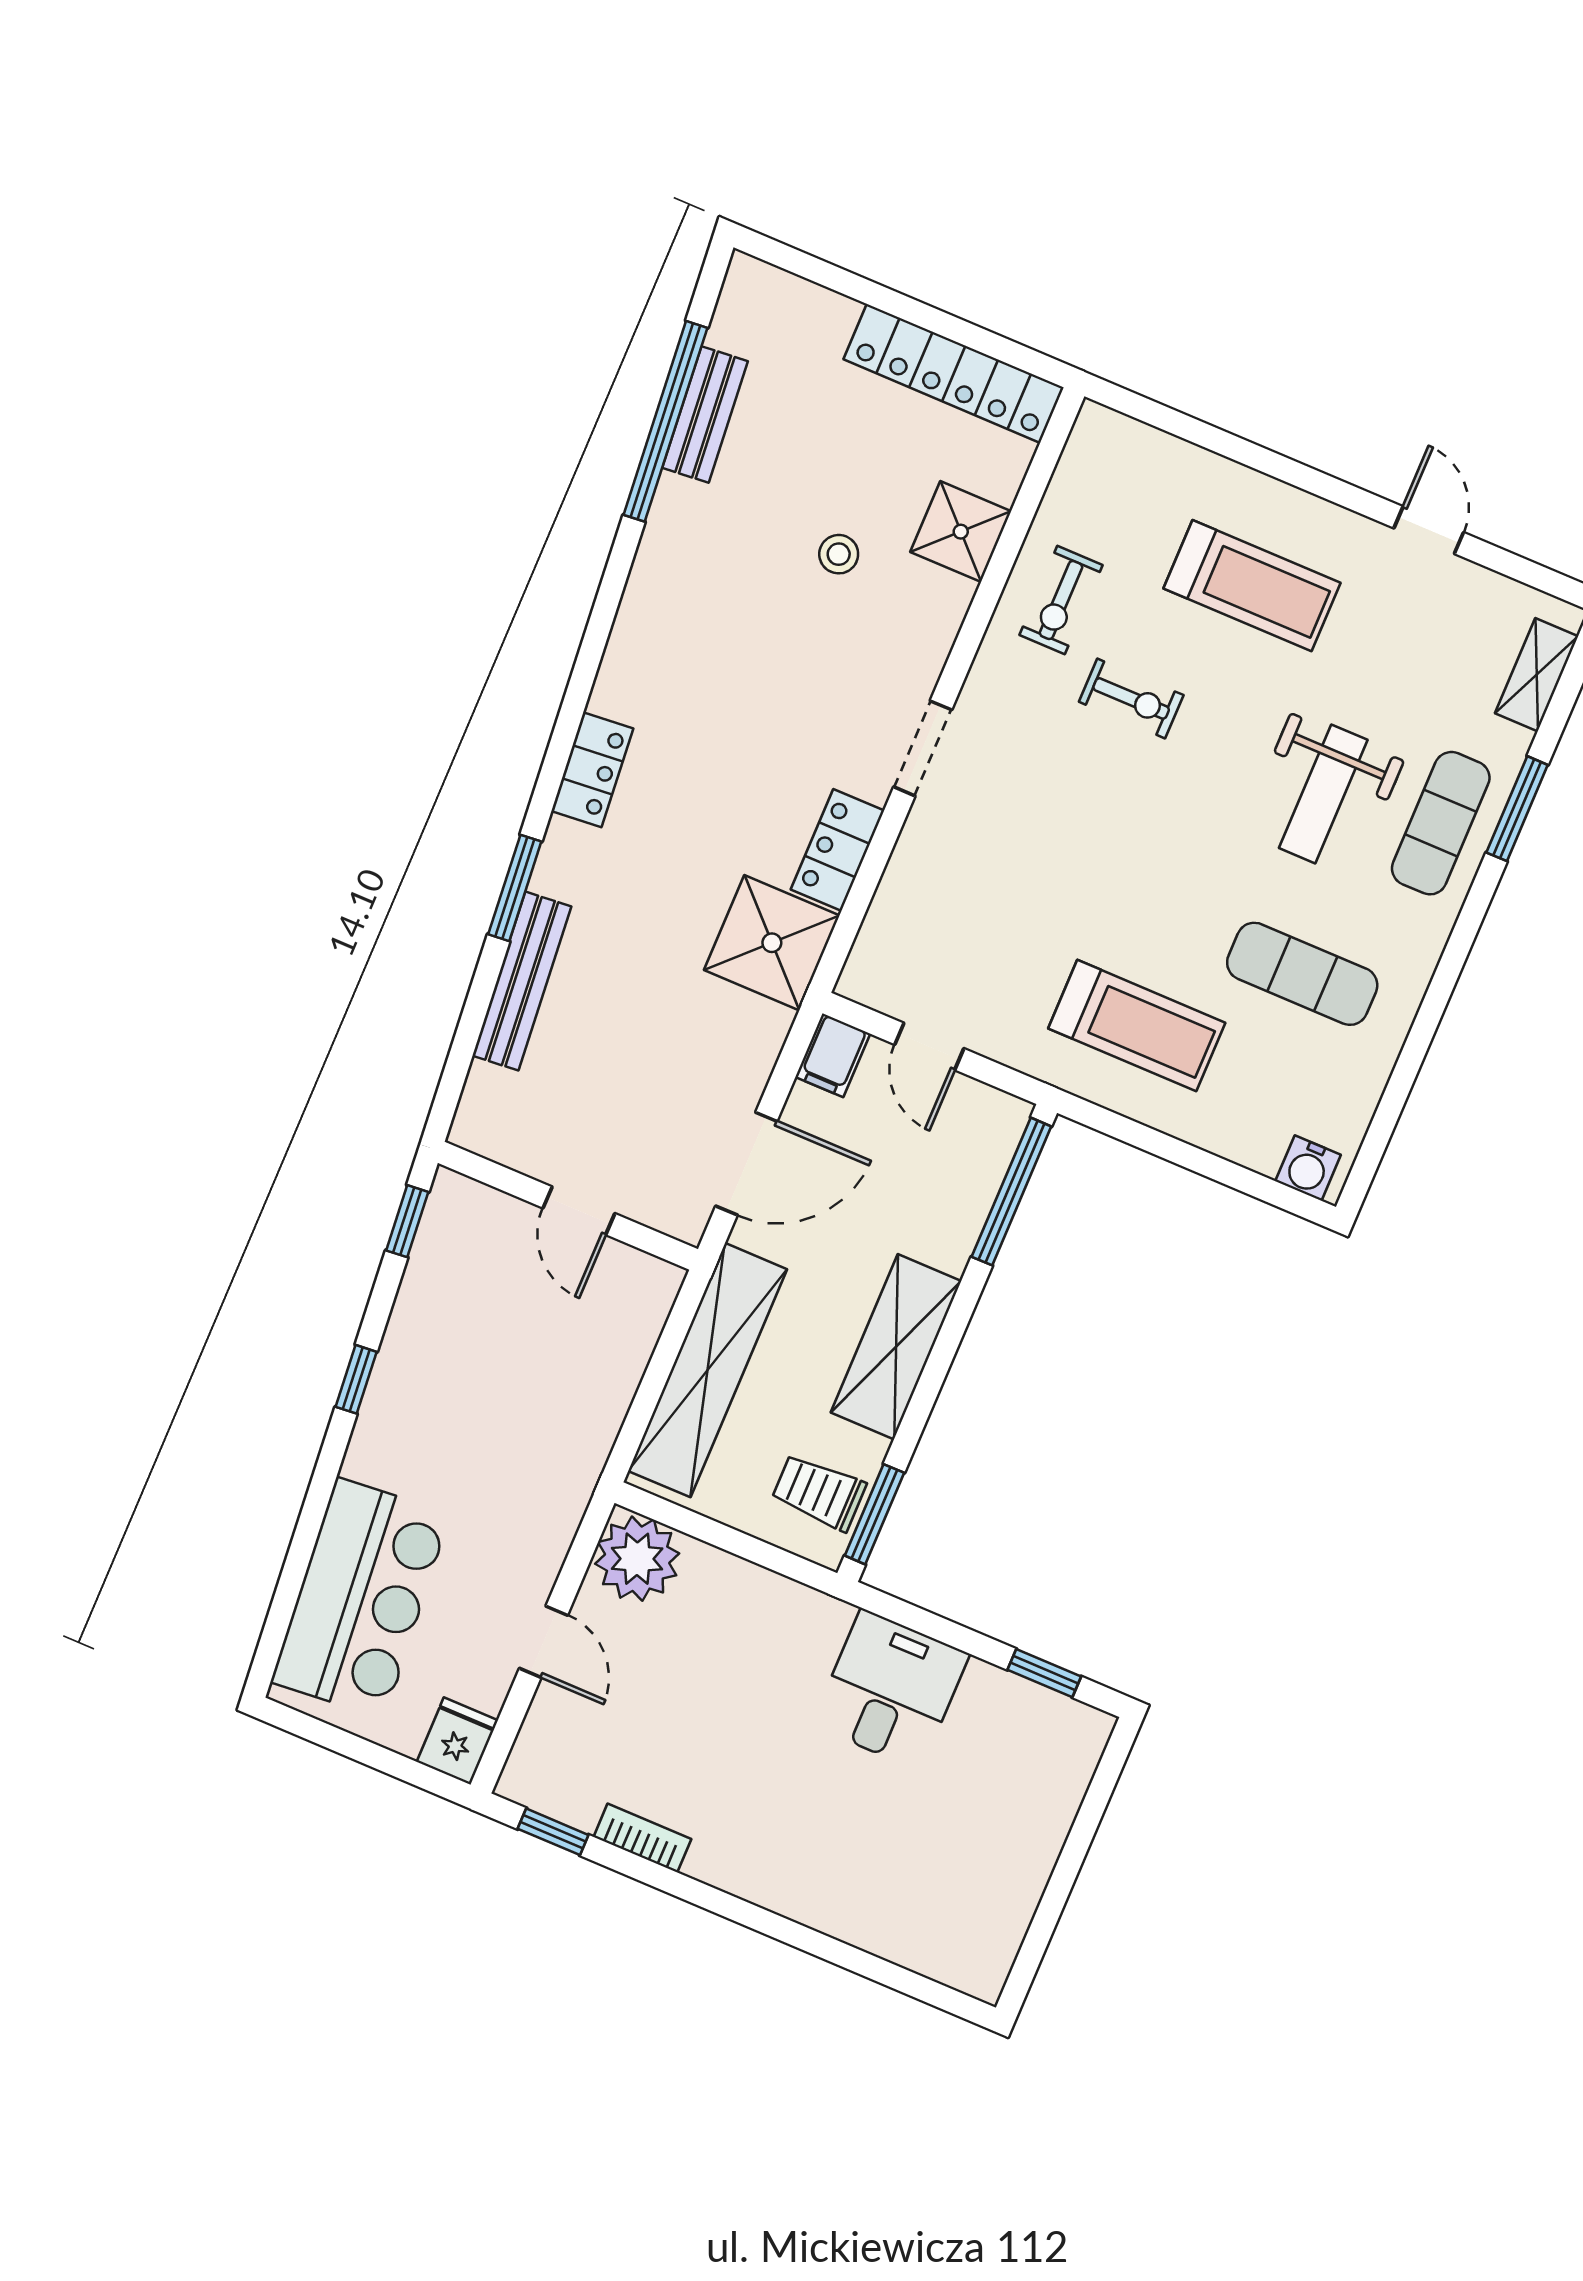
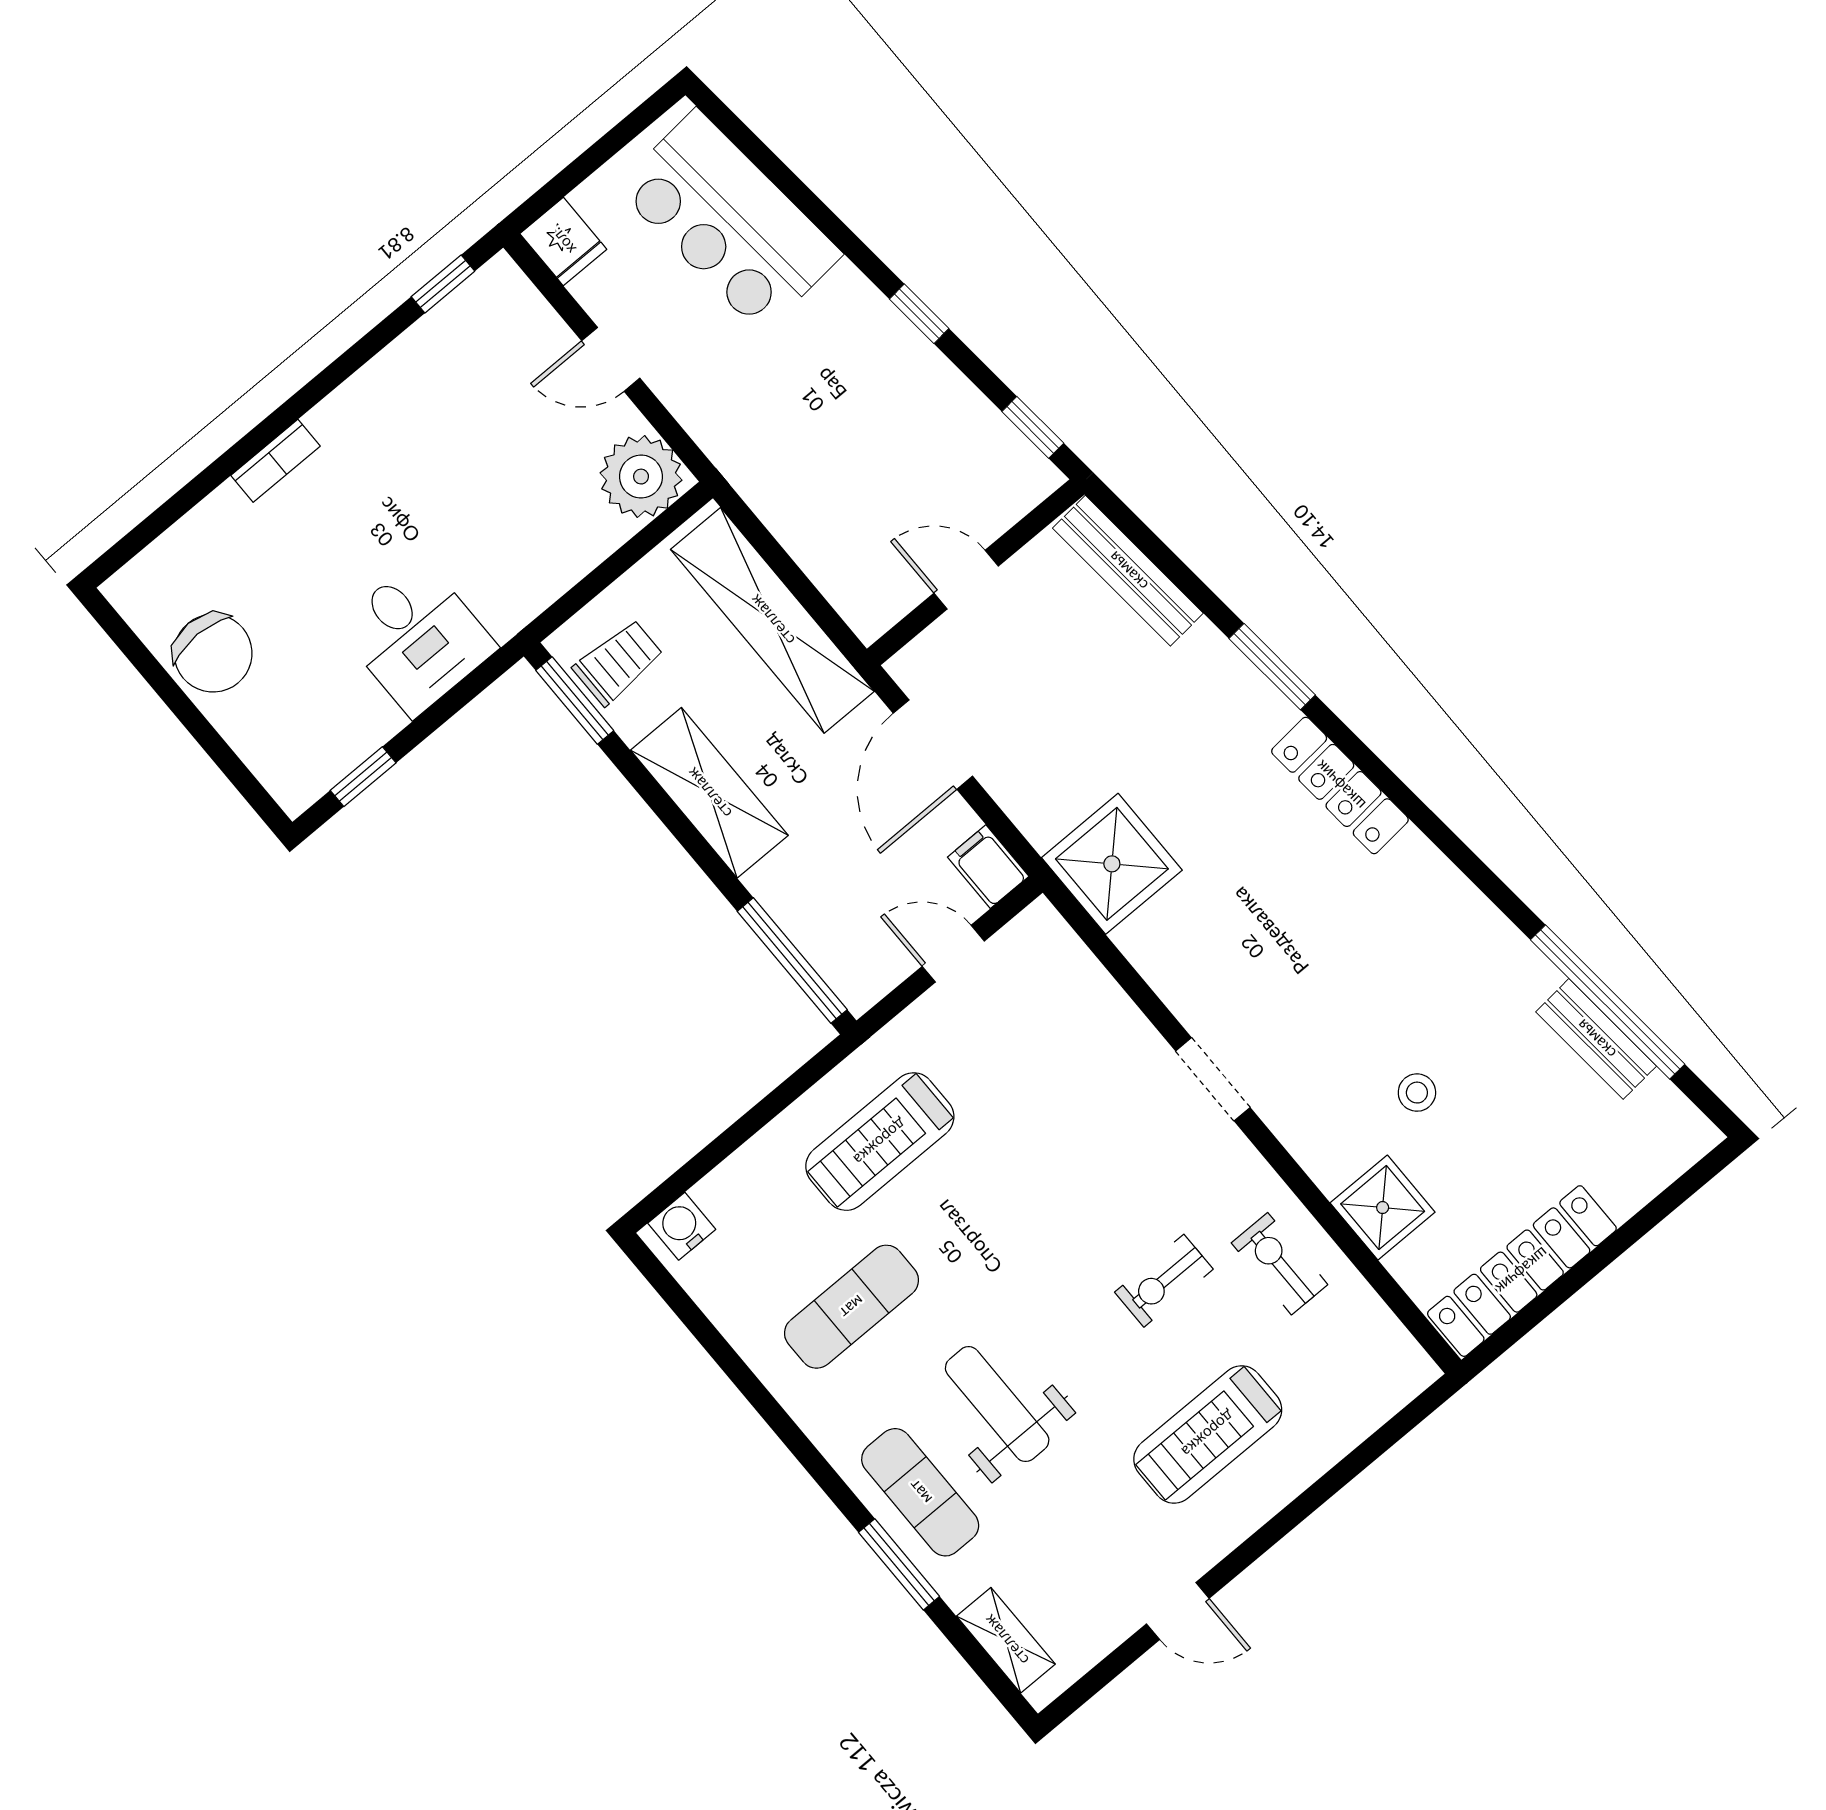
locker: (592, 770) -> (1340, 785), width x1.53
locker: (837, 850) -> (1163, 961), removed
bench: (522, 981) -> (1128, 571), moved
bookcase: (642, 1838) -> (275, 461), moved
chair: (1001, 1870) -> (213, 653), added

